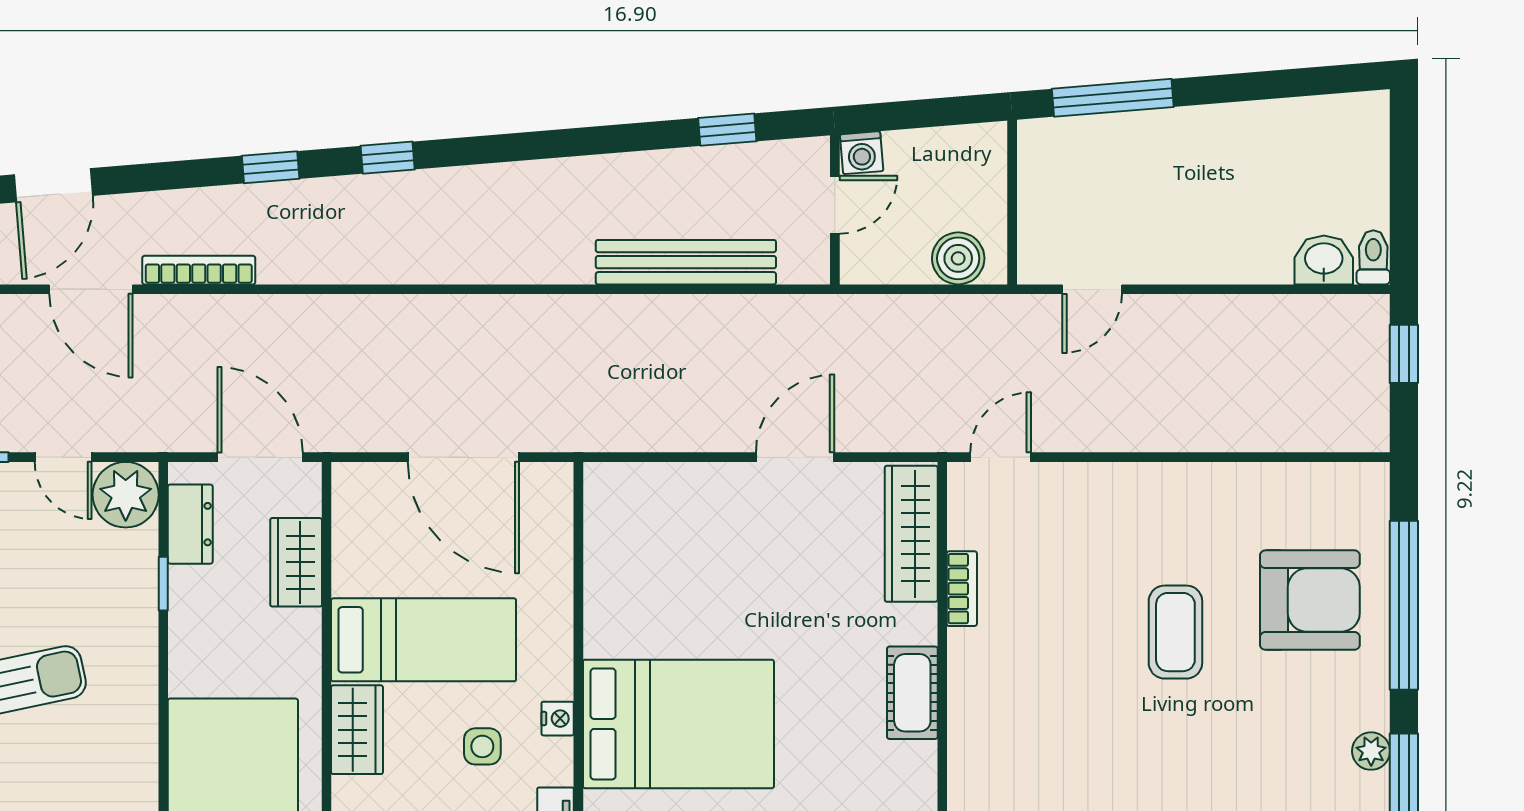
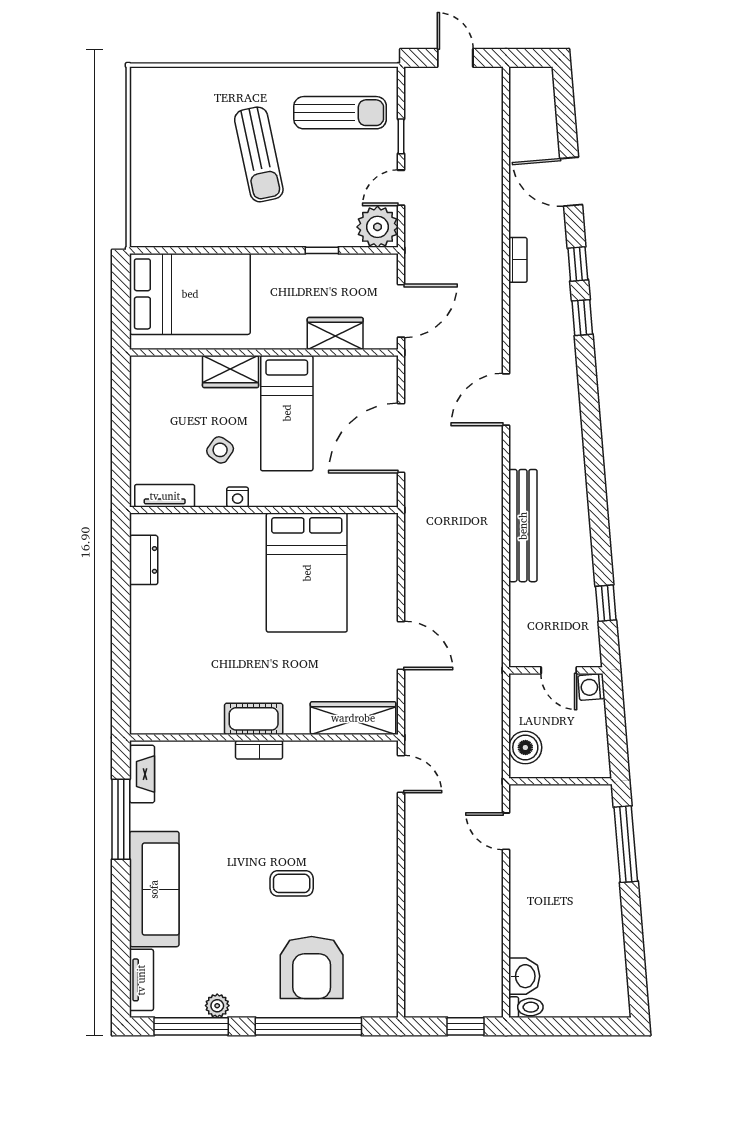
window: (388, 158) -> (578, 264), moved
bench: (686, 262) -> (523, 526), moved
bookcase: (199, 270) -> (518, 260), width x0.64
door: (91, 289) -> (506, 399), moved
dresser: (190, 524) -> (359, 267), removed
bookcase: (962, 589) -> (259, 750), moved
coffee table: (1175, 632) -> (292, 883), width x0.73, depth x0.77
bed: (678, 724) -> (307, 573), moved
side table: (482, 746) -> (220, 450), turned 35

